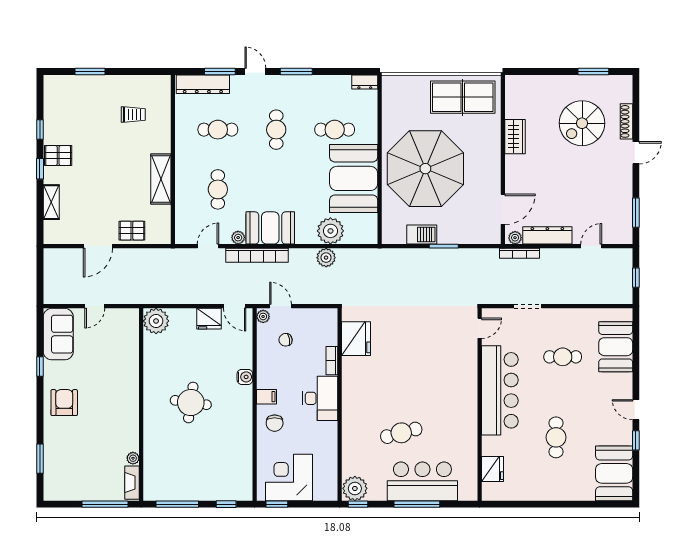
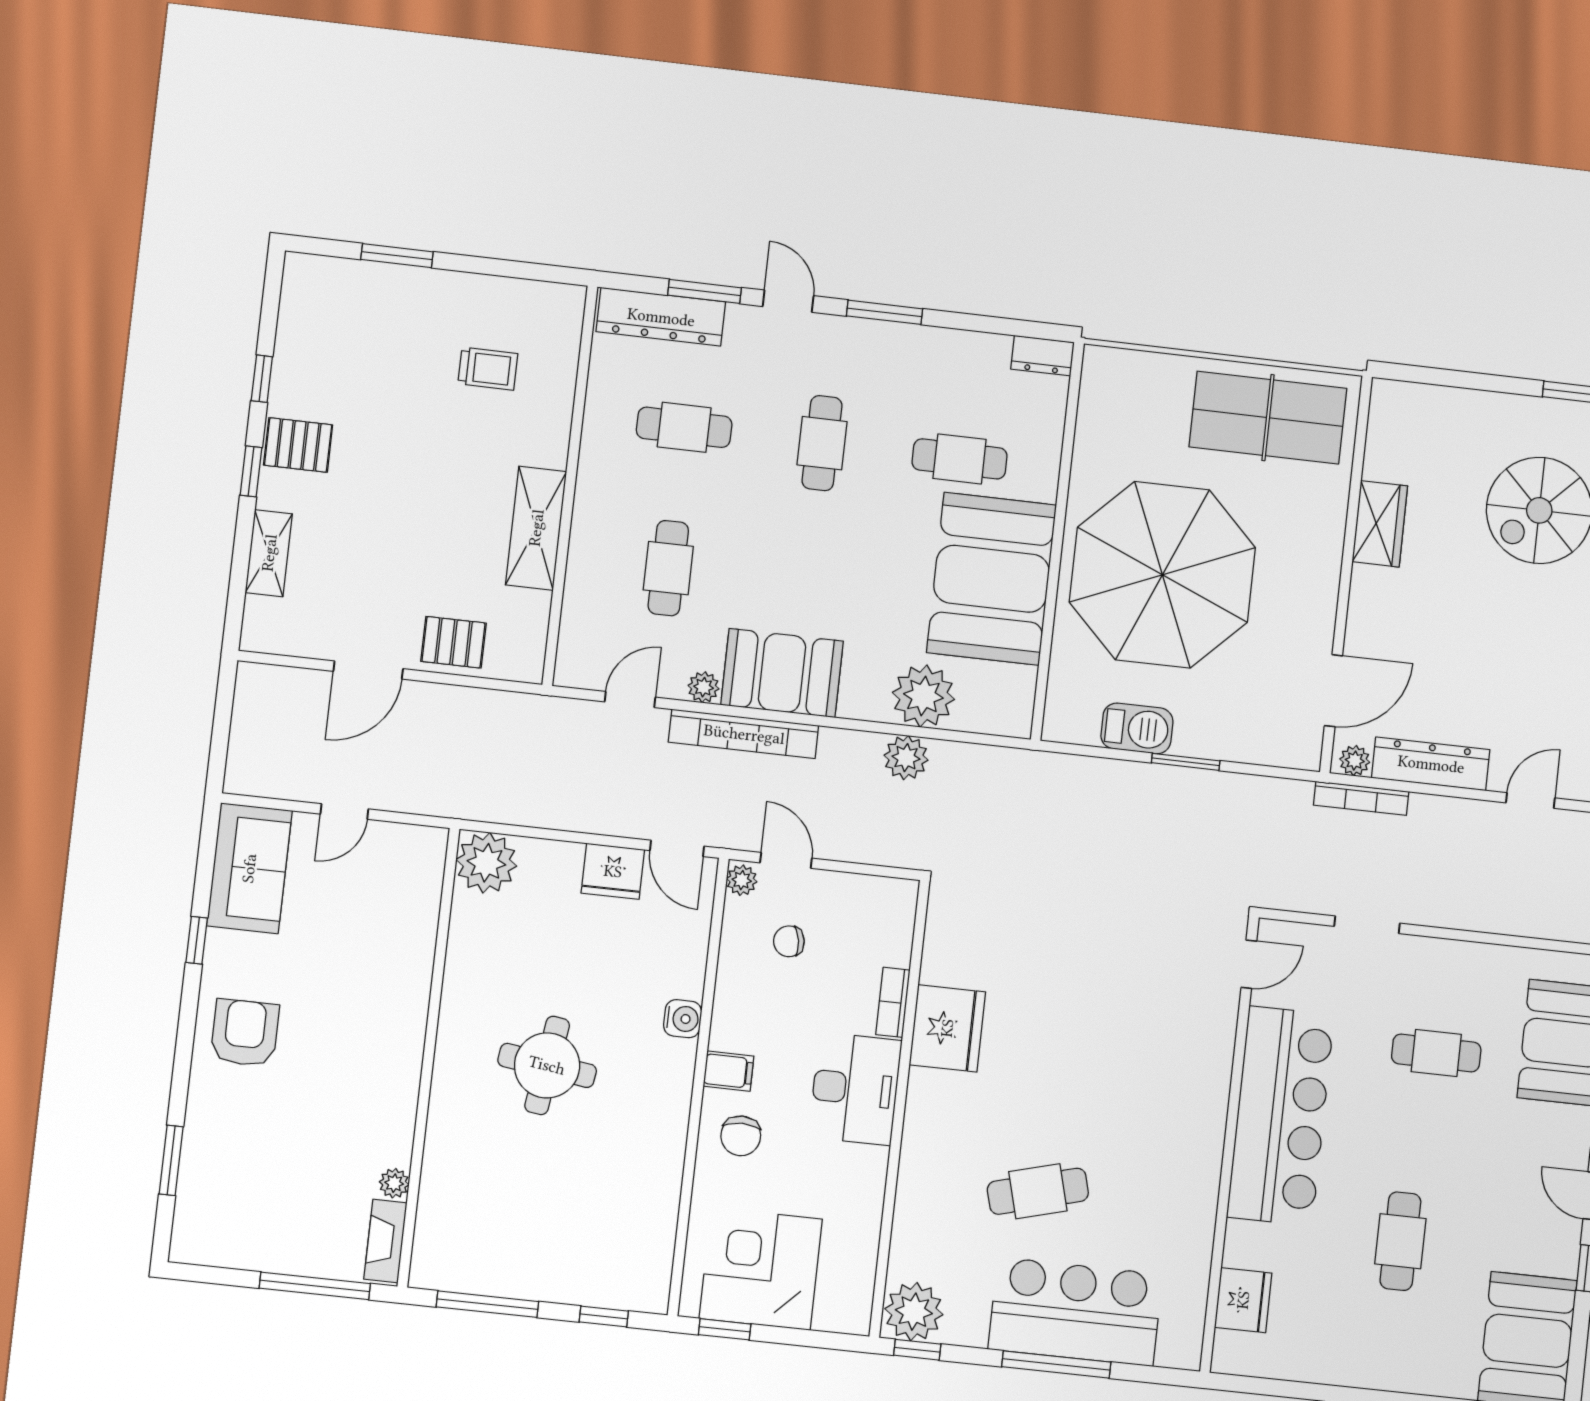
fridge: (356, 339) -> (947, 1028), moved

